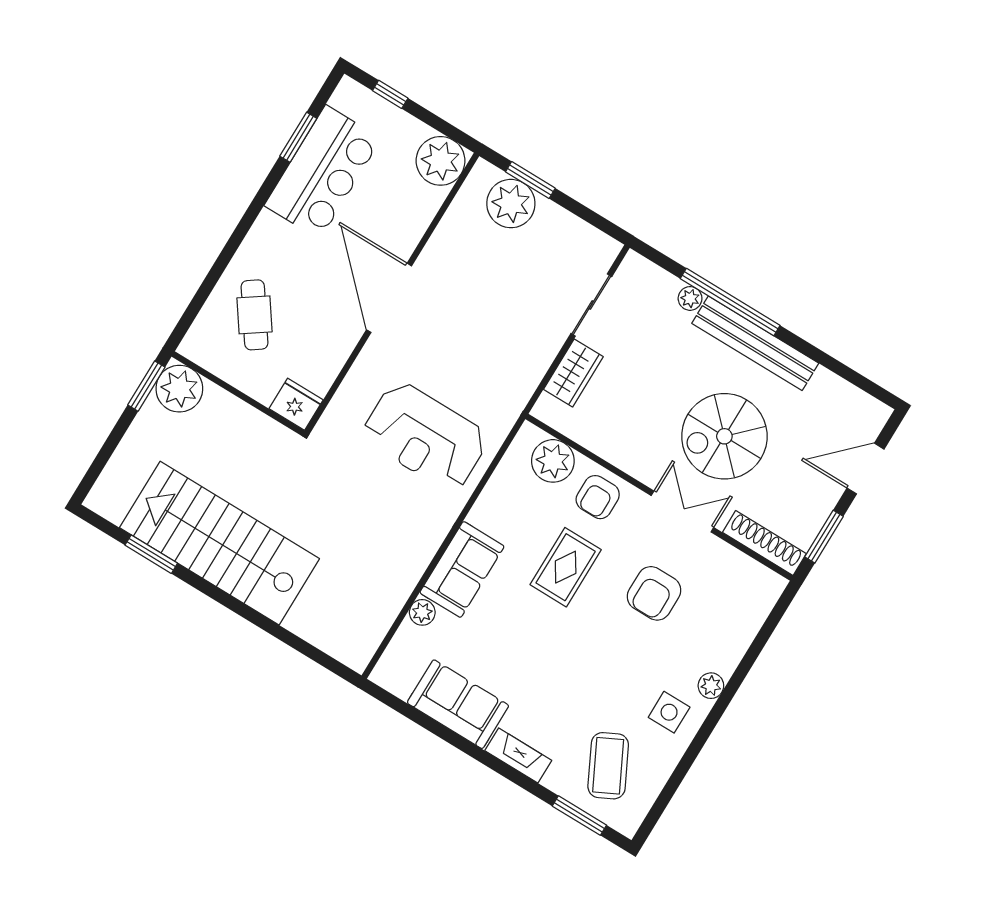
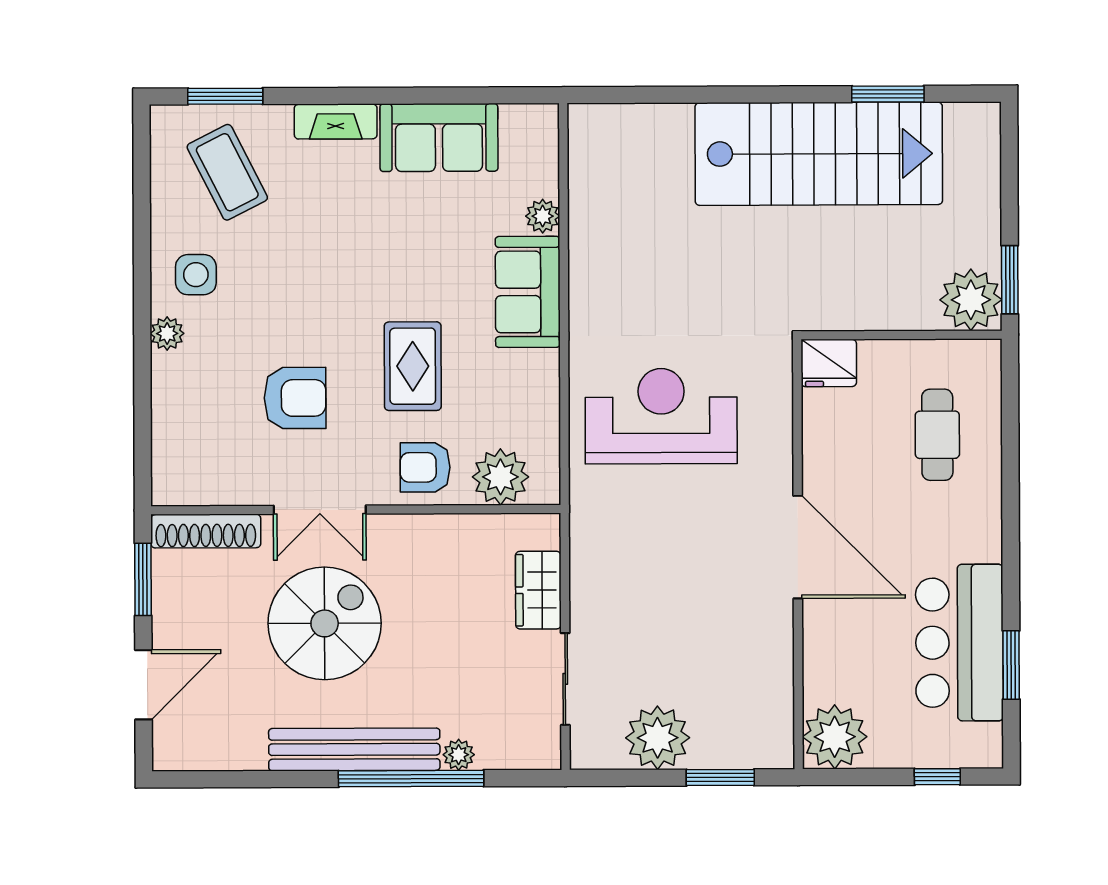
plant: (511, 204) -> (658, 738), moved
cafe table: (255, 315) -> (937, 435), turned 35
armchair: (598, 497) -> (425, 467), turned -90
armchair: (654, 593) -> (295, 398), turned 90

